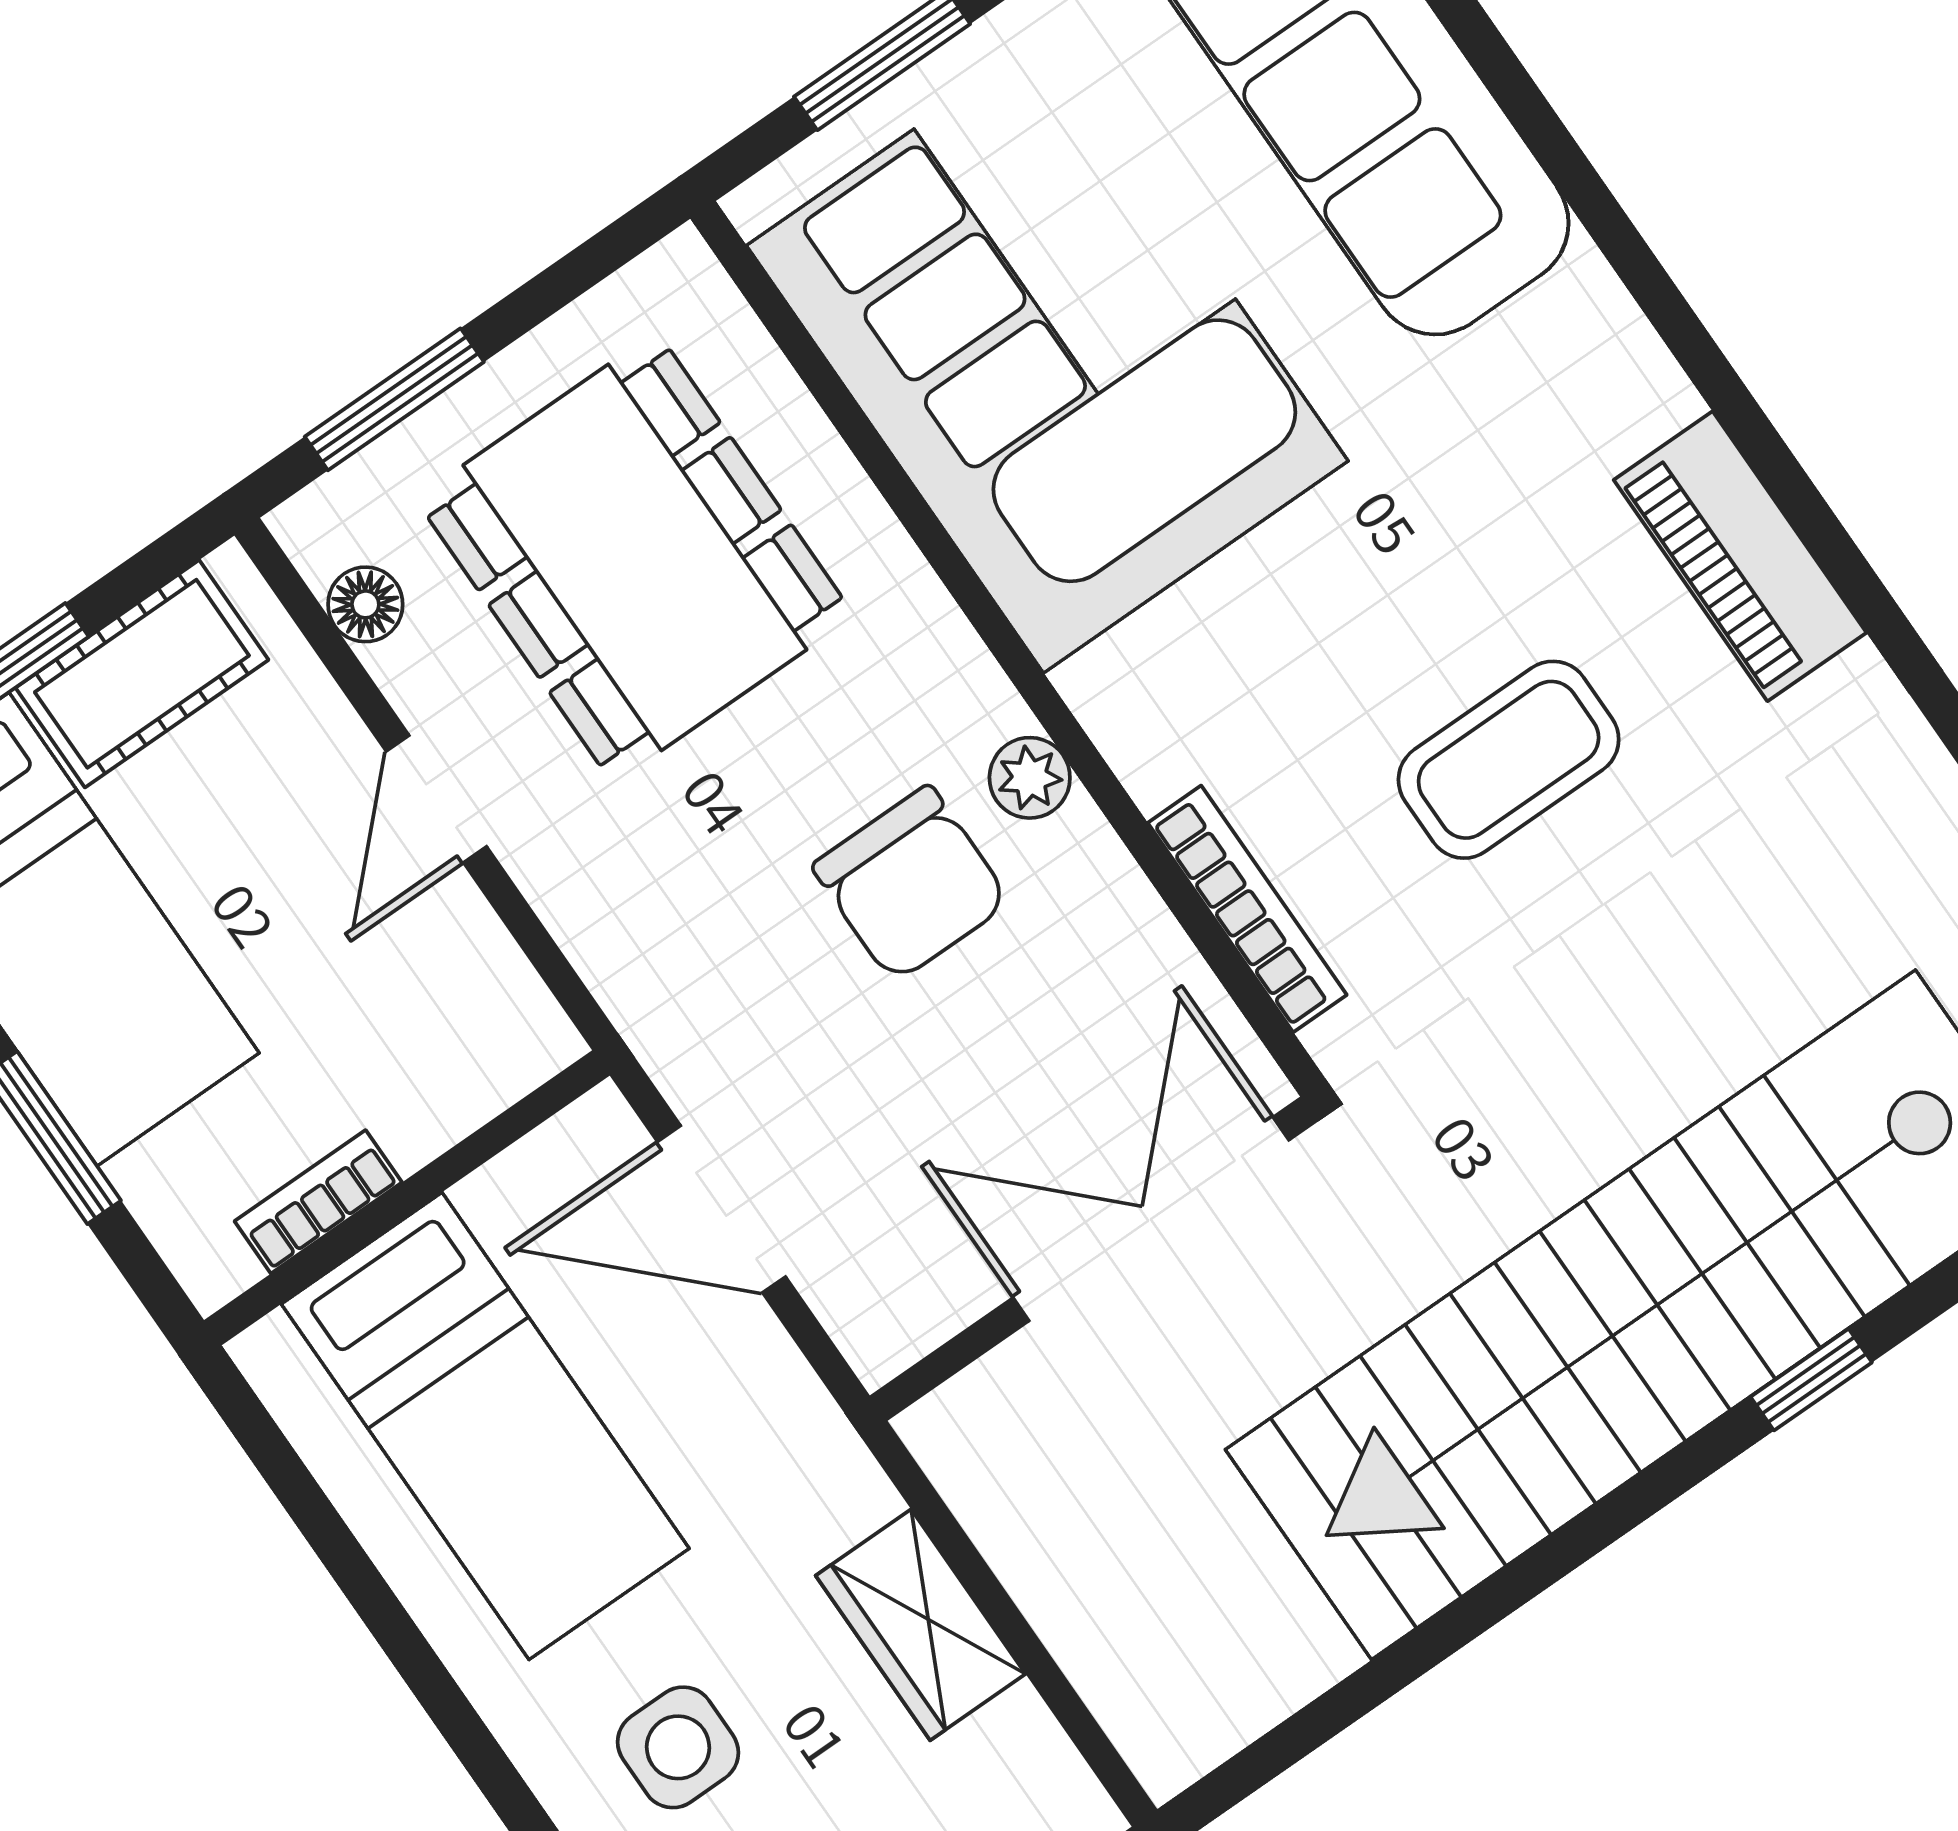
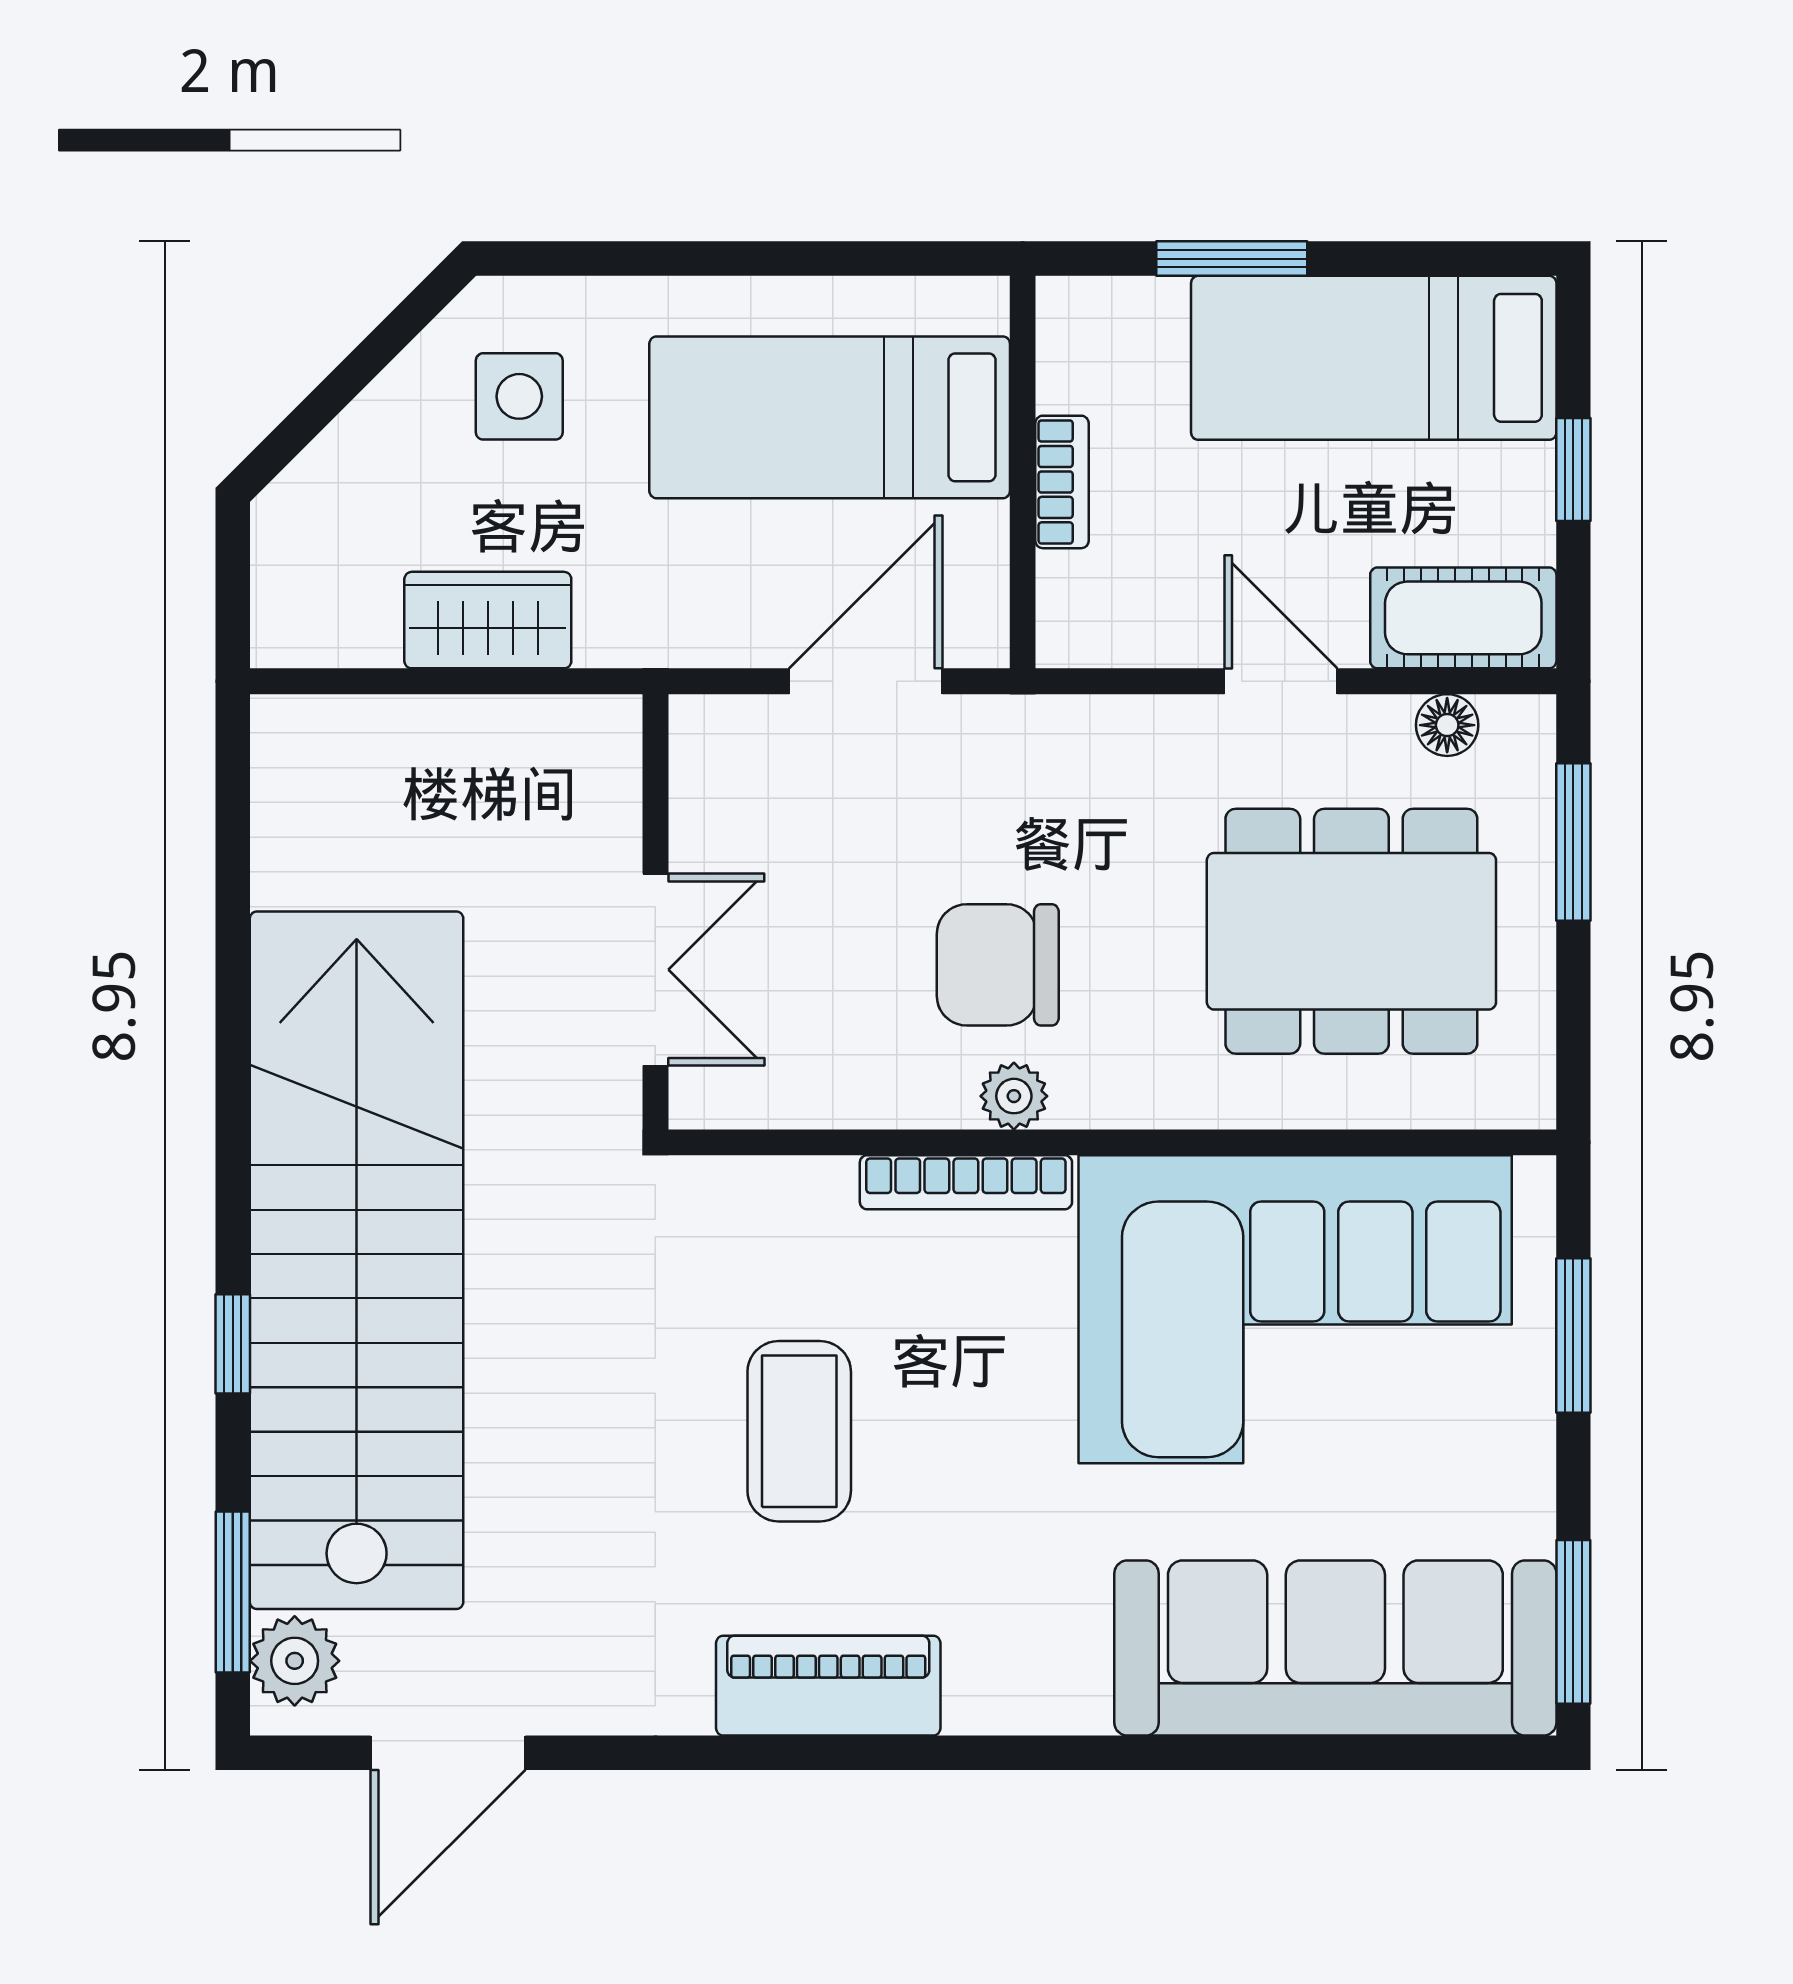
cot: (142, 674) -> (1463, 618), moved, turned 90
bookcase: (1247, 909) -> (966, 1182), moved
bookcase: (318, 1202) -> (1062, 482), moved
double door: (1151, 1219) -> (655, 970), width x0.73

